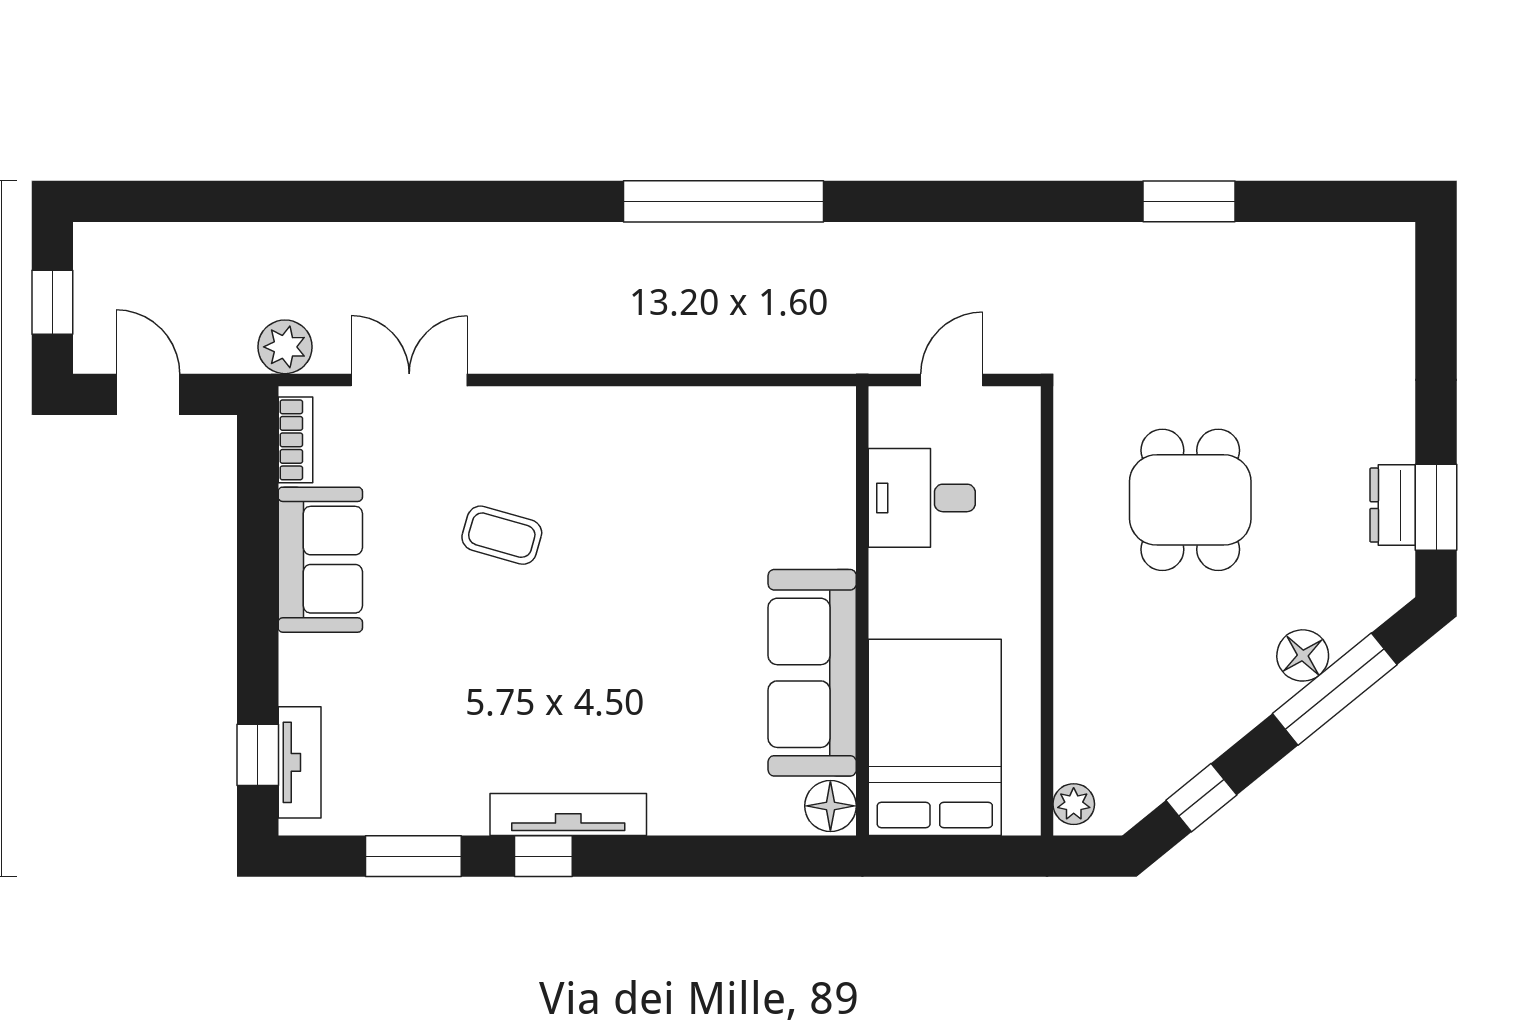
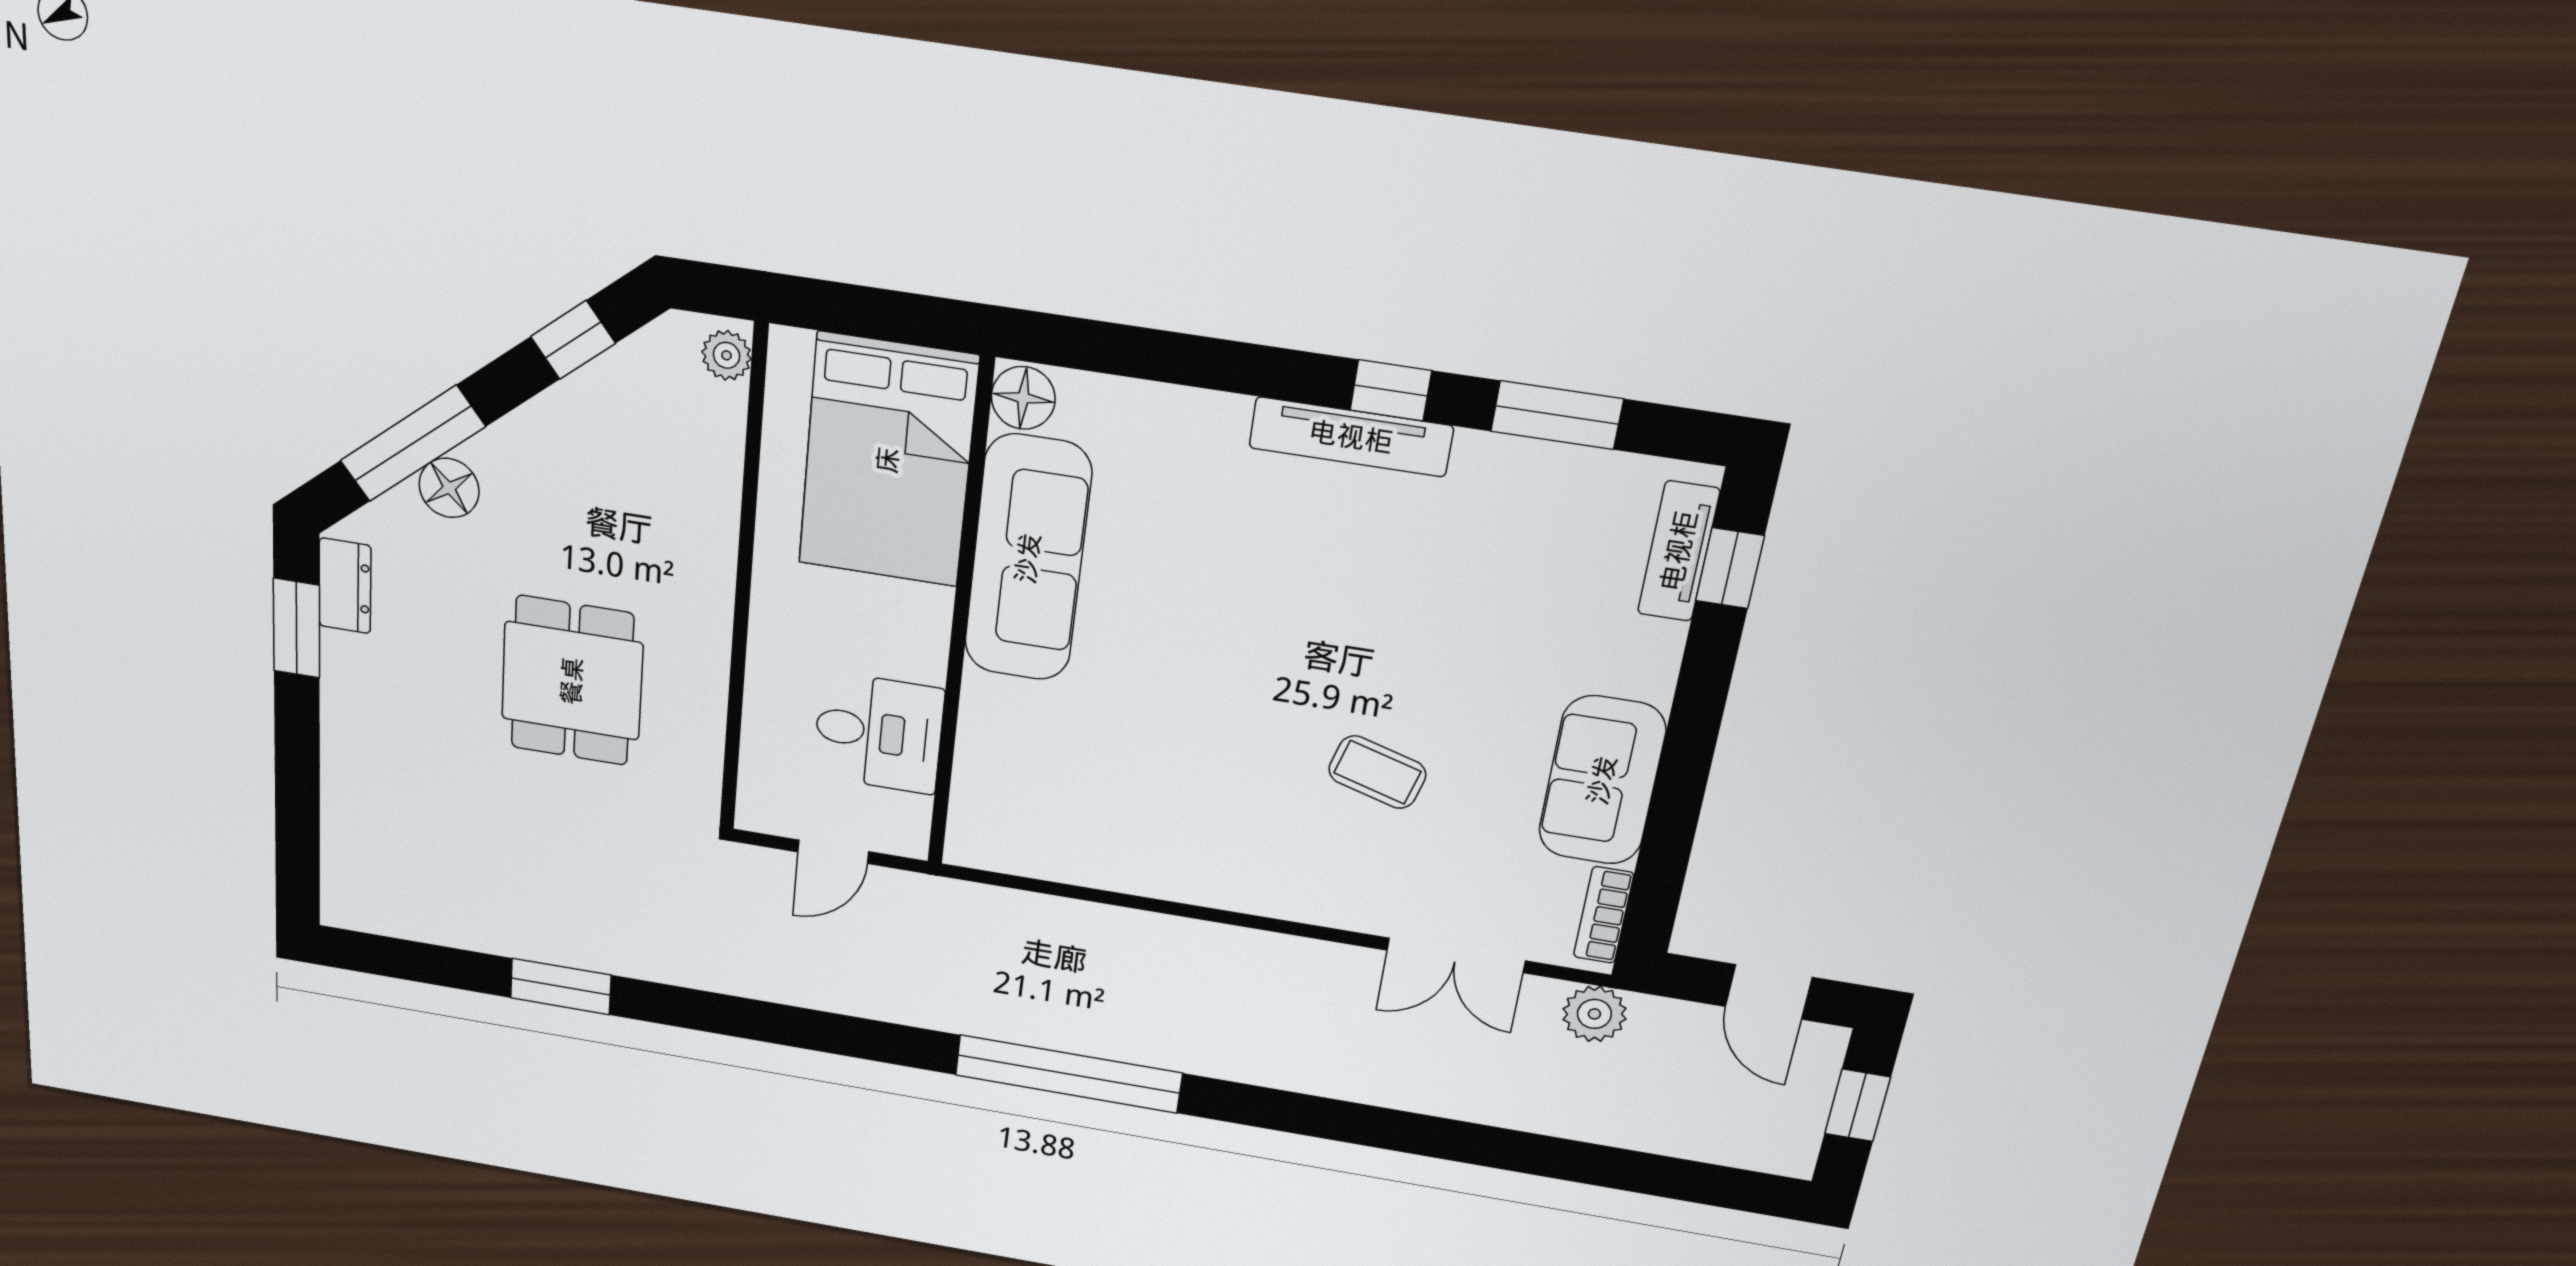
dresser: (1393, 505) -> (345, 586), moved

